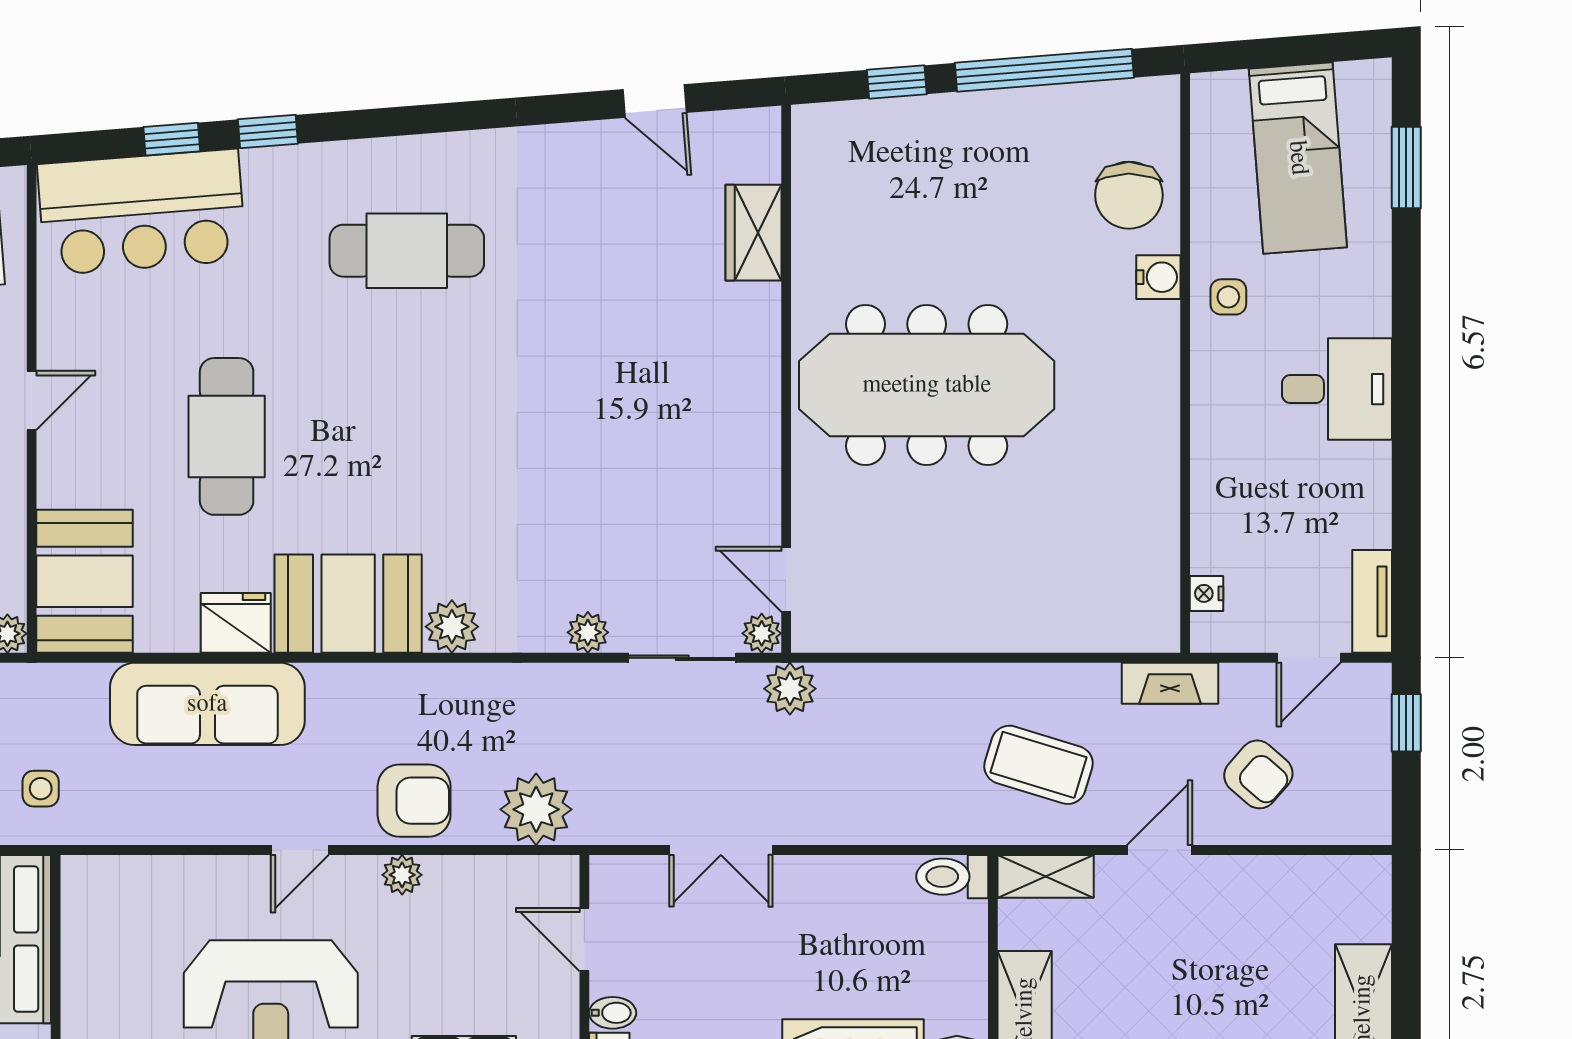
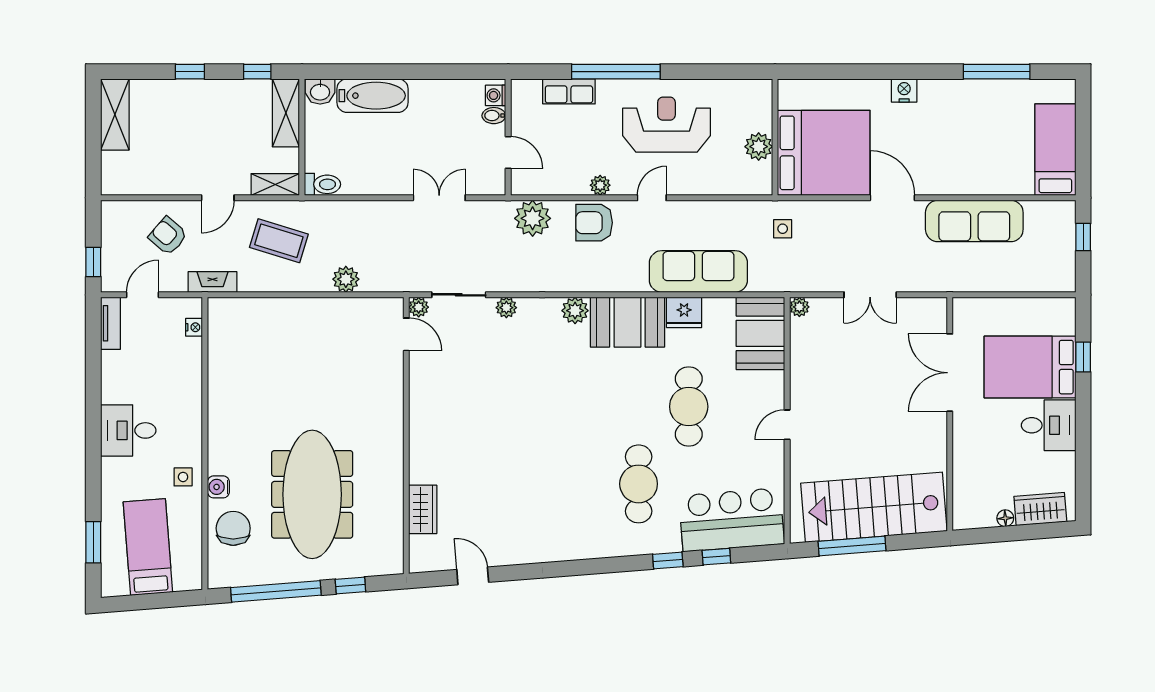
cafe table: (407, 251) -> (639, 484), moved, turned 90
meeting table: (927, 385) -> (312, 494), moved, turned 90
plant: (790, 689) -> (346, 279), moved
plant: (88, 951) -> (759, 147), added

